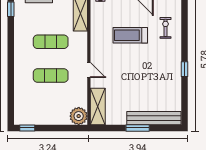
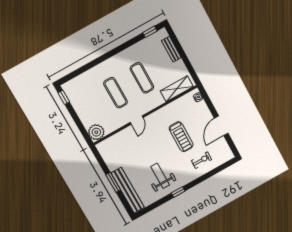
treadmill: (130, 35) -> (181, 137), turned 180
weight bench: (158, 78) -> (160, 176), added
shelving: (98, 106) -> (112, 143), removed

